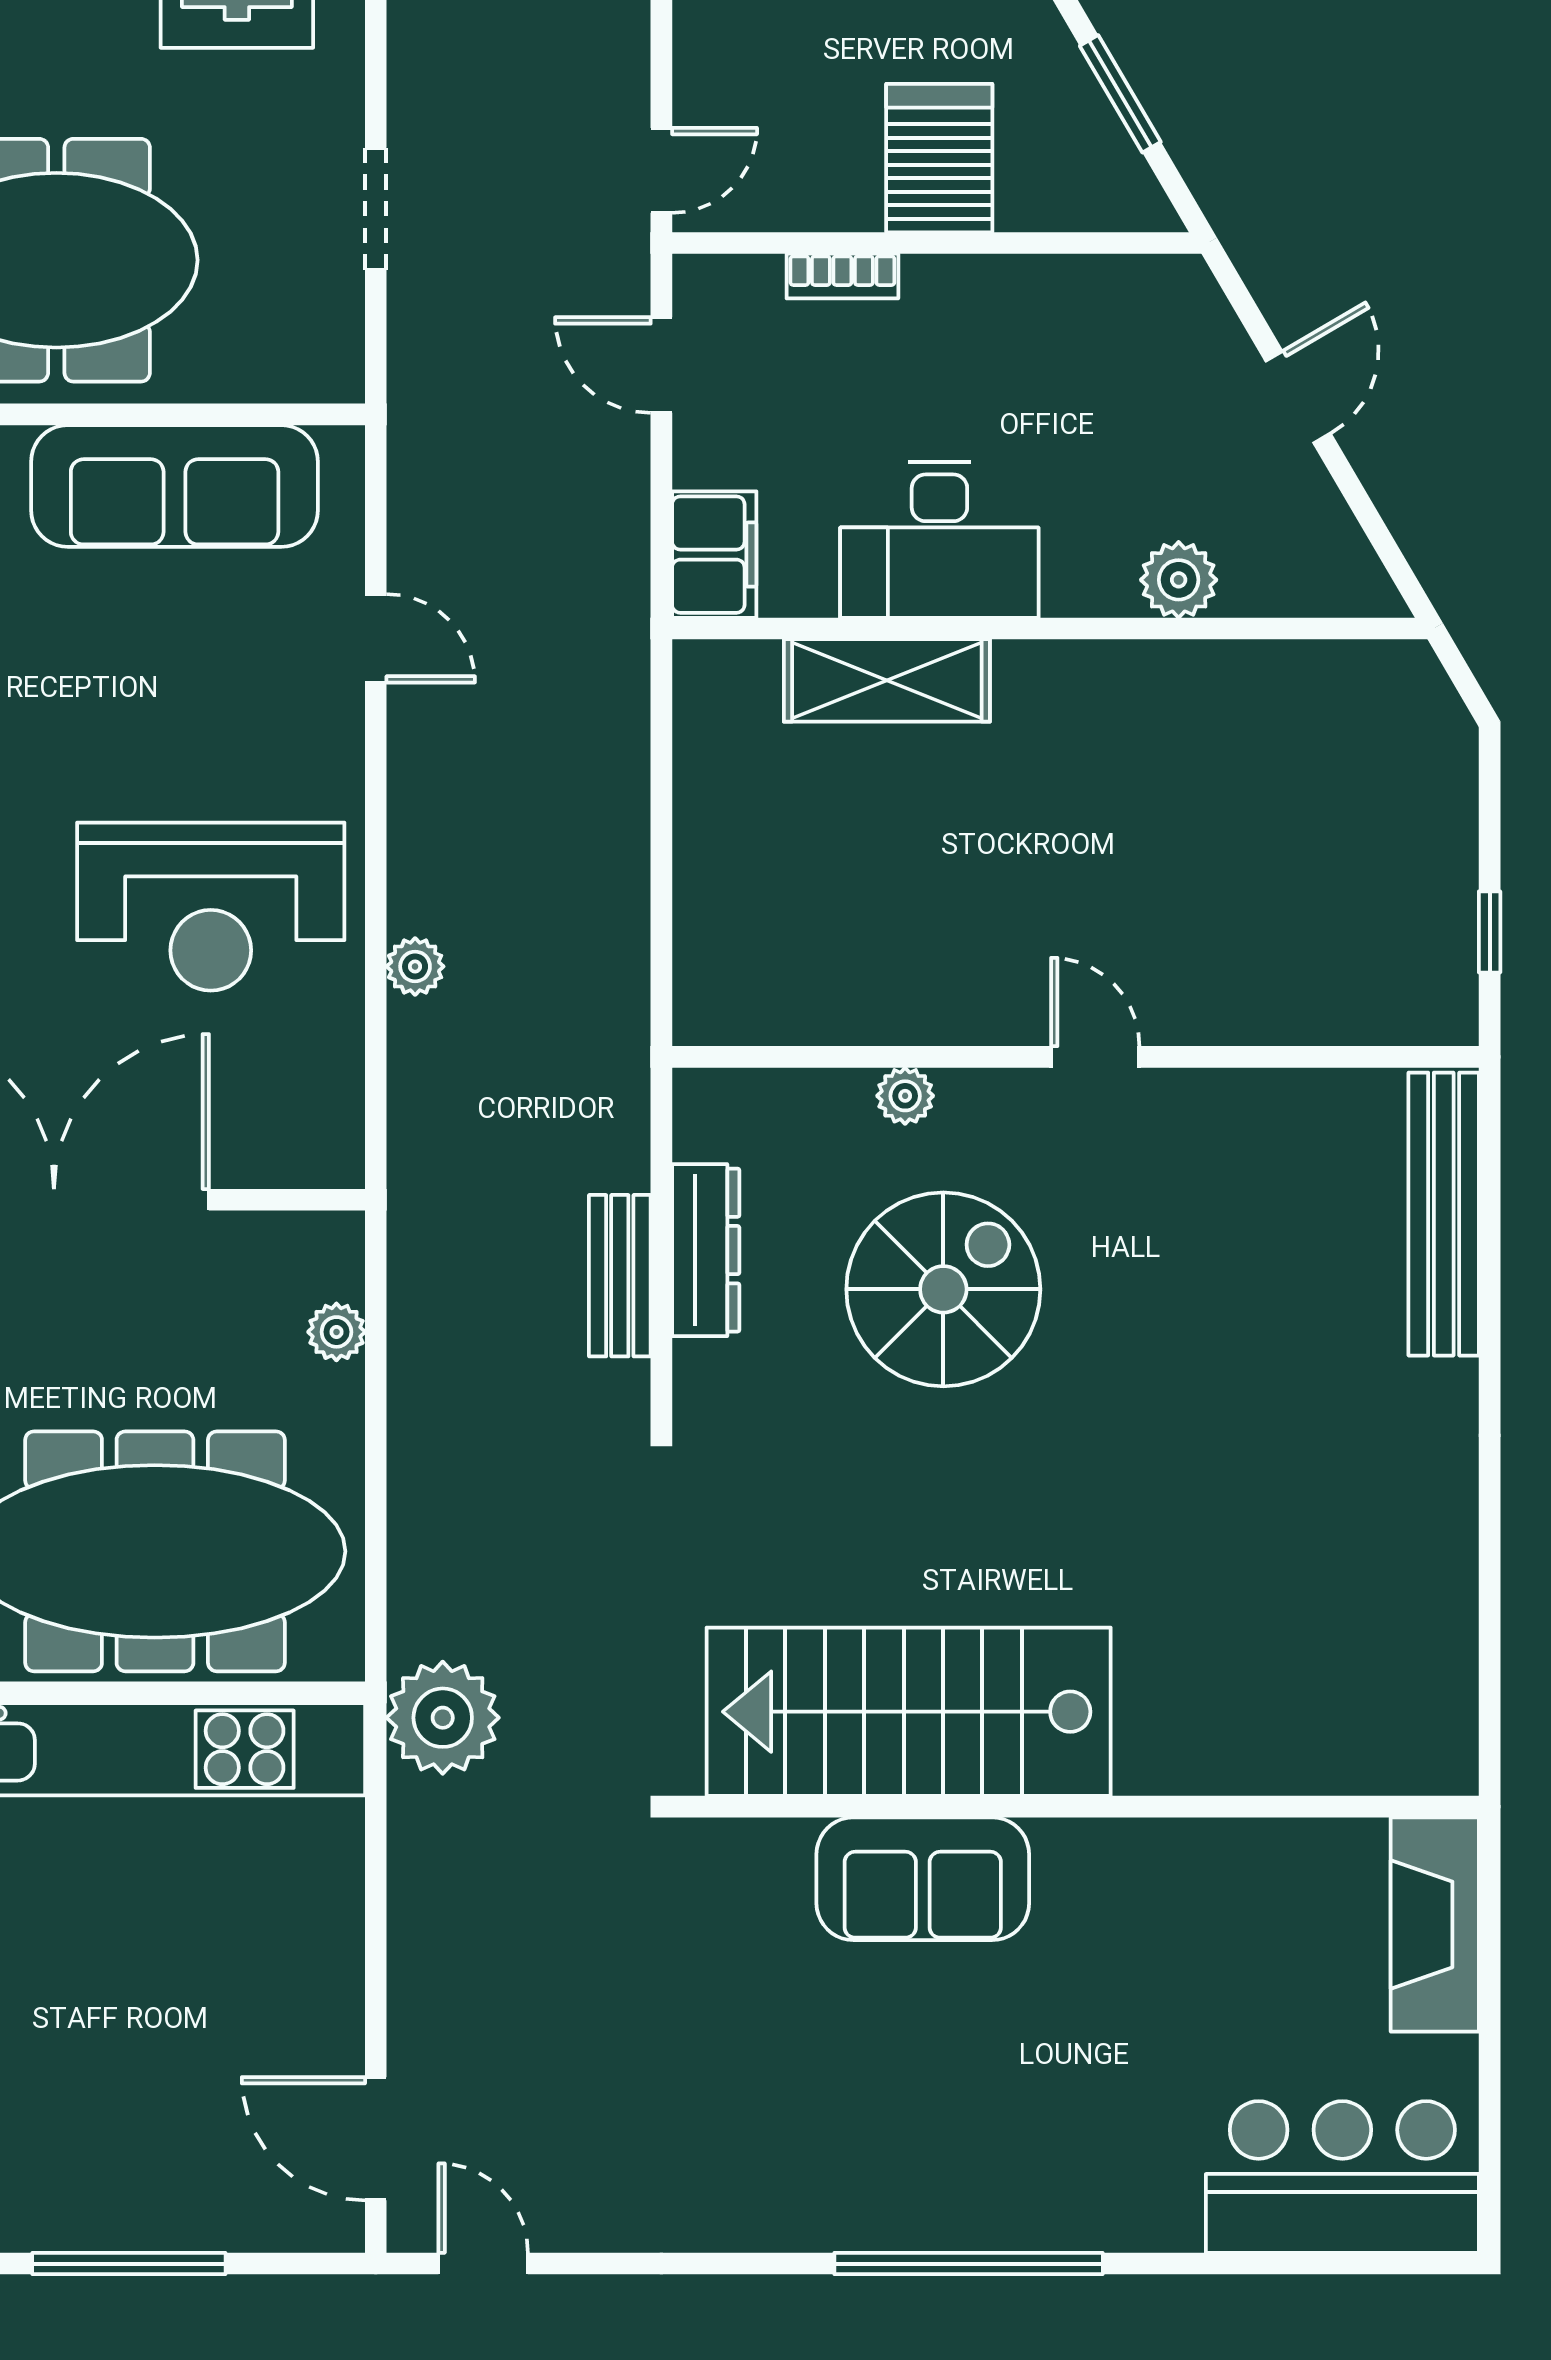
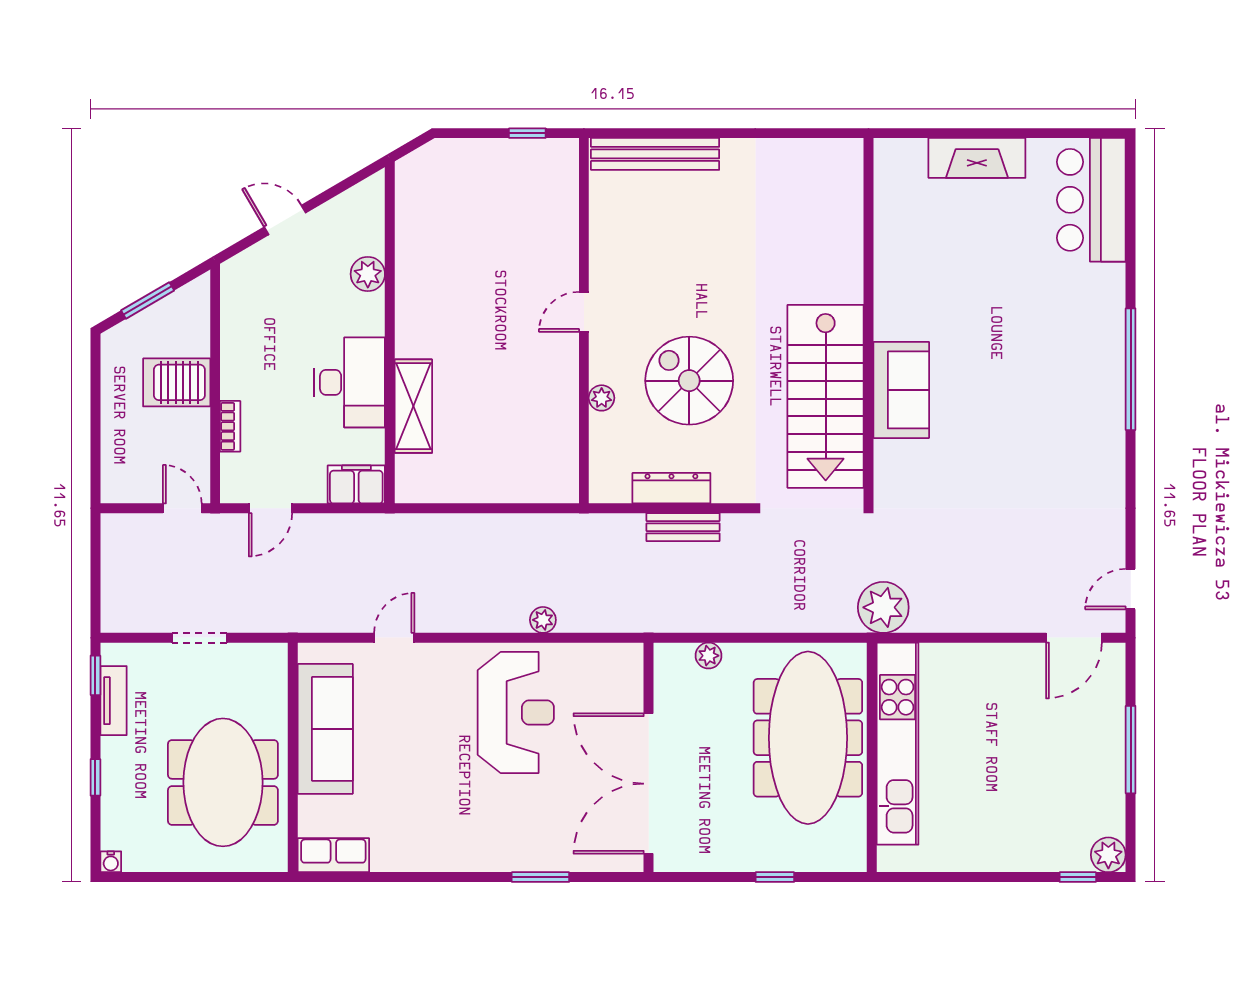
stairs: (909, 1712) -> (826, 396), moved
wall: (1075, 1807) -> (869, 321), moved
sofa: (923, 1879) -> (901, 390), moved

